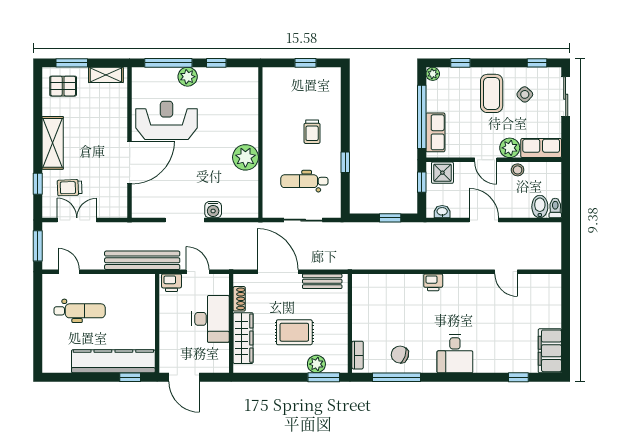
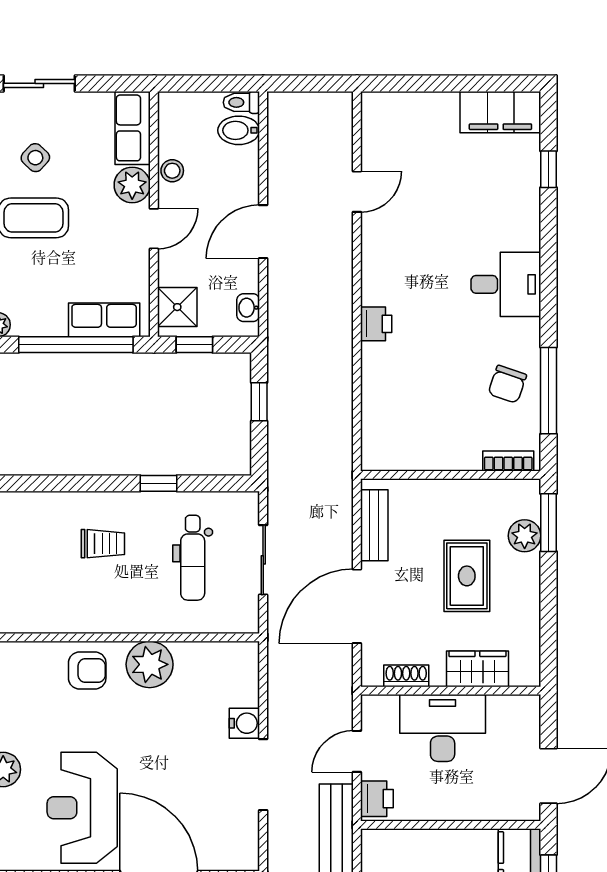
armchair: (242, 123) -> (87, 670), added
wardrobe: (243, 338) -> (477, 669), width x0.67

